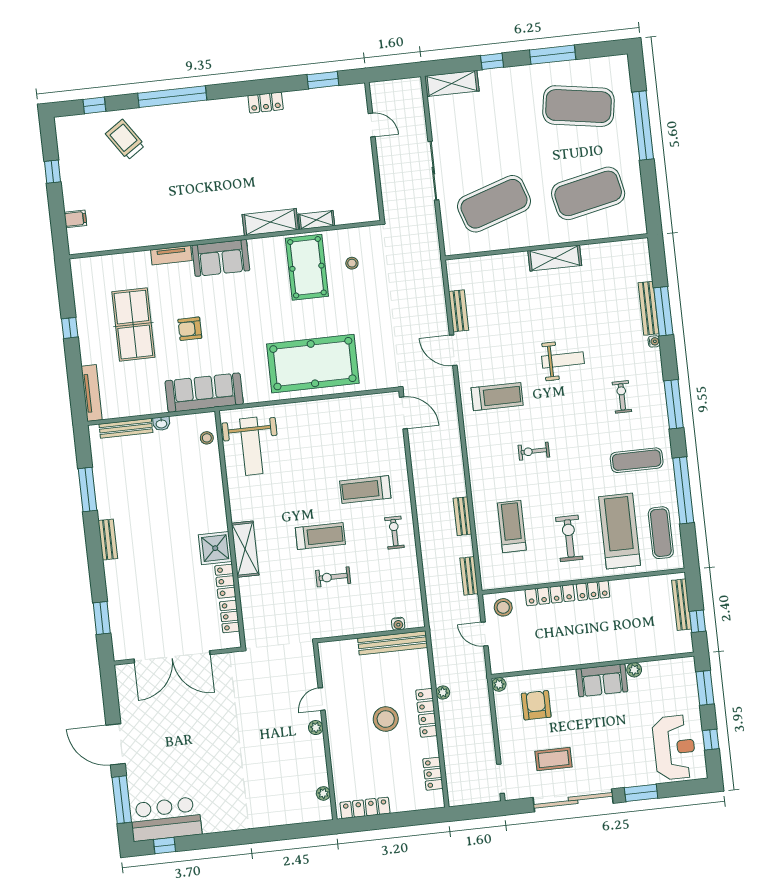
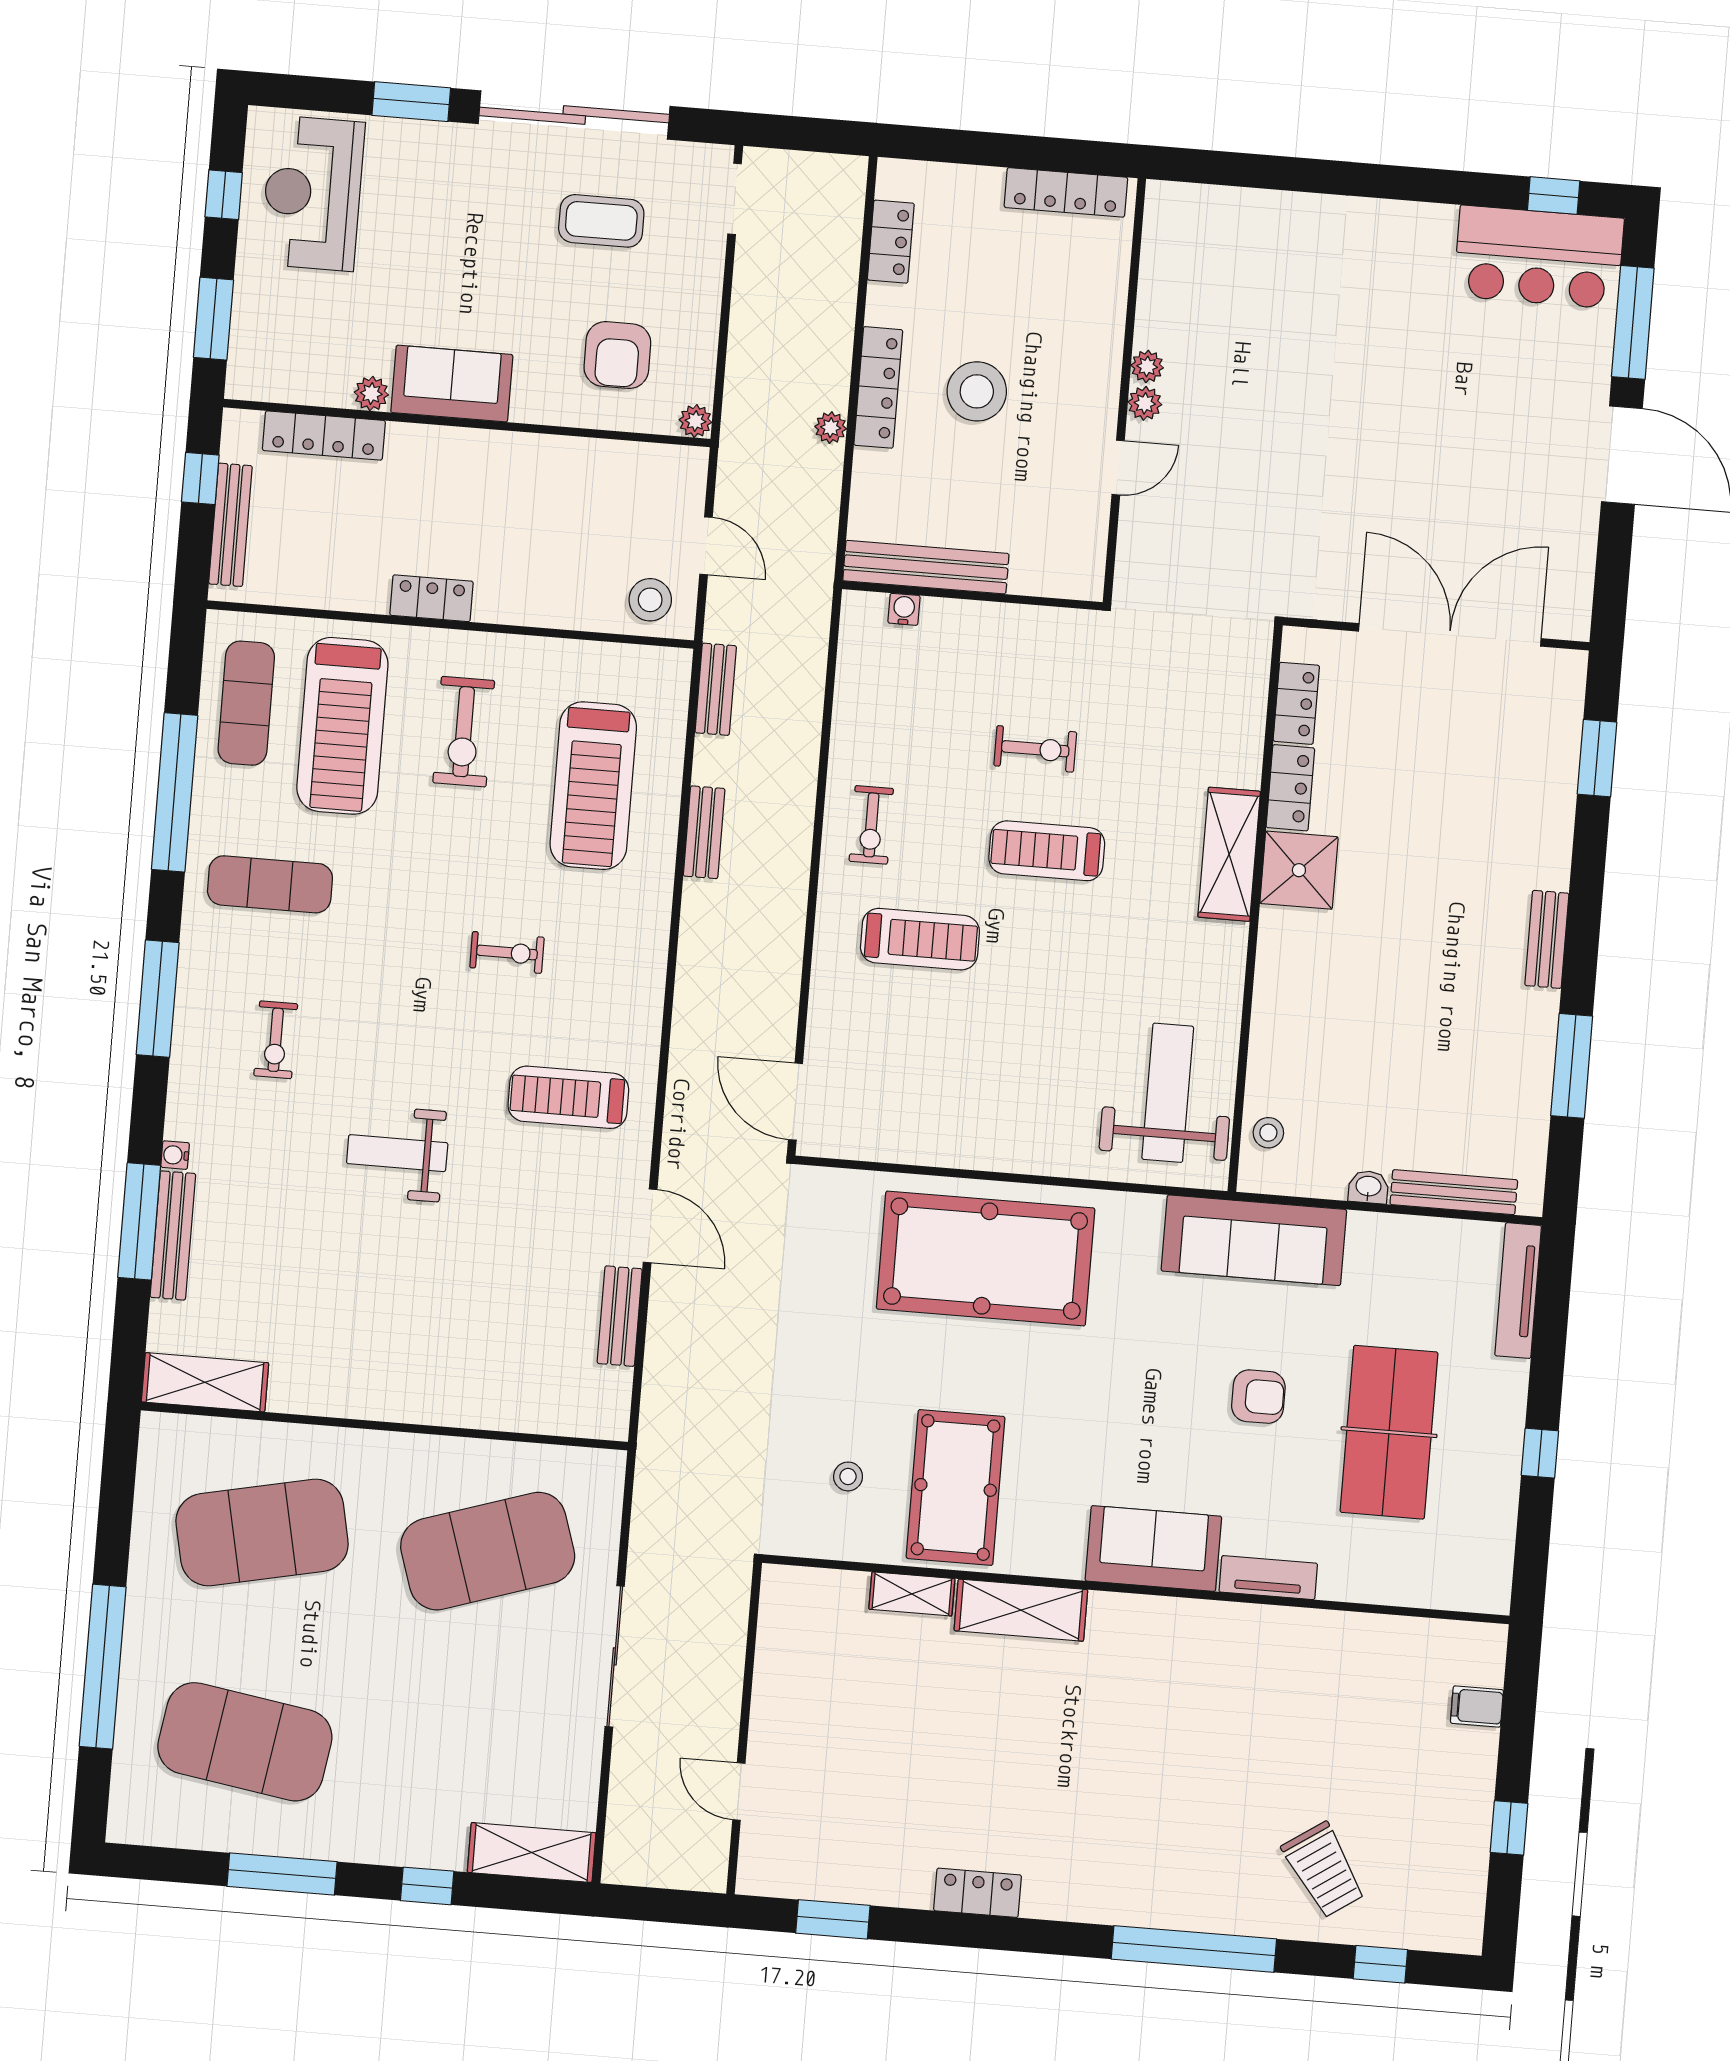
shelving: (555, 258) -> (205, 1382), moved
treadmill: (512, 527) -> (593, 786), width x1.37, depth x1.38
locker: (550, 595) -> (324, 436), moved, turned 180
plant: (323, 793) -> (1147, 366), moved

